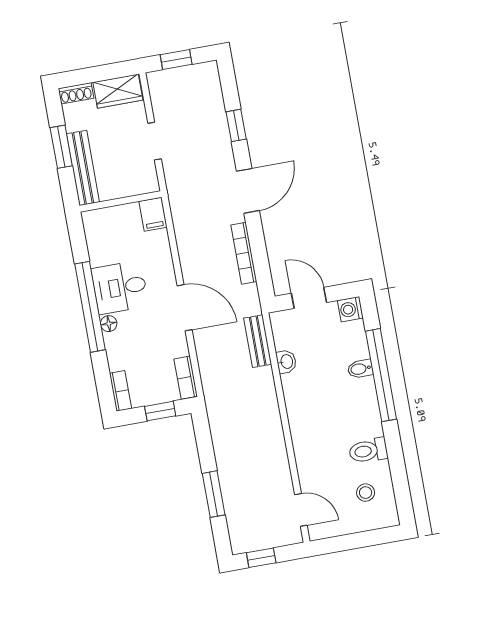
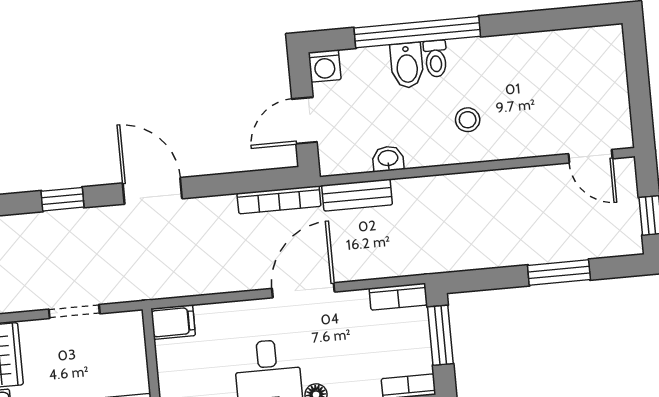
bookcase: (244, 253) -> (279, 200), moved
bidet: (360, 369) -> (407, 65), width x1.38, depth x1.36
window: (160, 411) -> (440, 335), width x1.50
toilet: (368, 451) -> (436, 59), moved, width x0.73, depth x0.72
stool: (366, 493) -> (468, 120), moved
door: (301, 510) -> (590, 156), swing flipped

